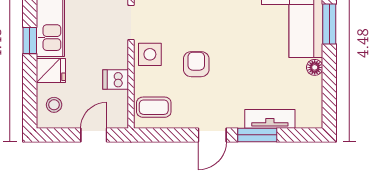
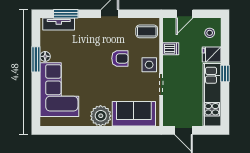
window: (329, 24) -> (36, 59), moved
armchair: (196, 64) -> (120, 58), turned -90
tv unit: (270, 119) -> (59, 24), moved
window: (257, 135) -> (66, 14), moved

